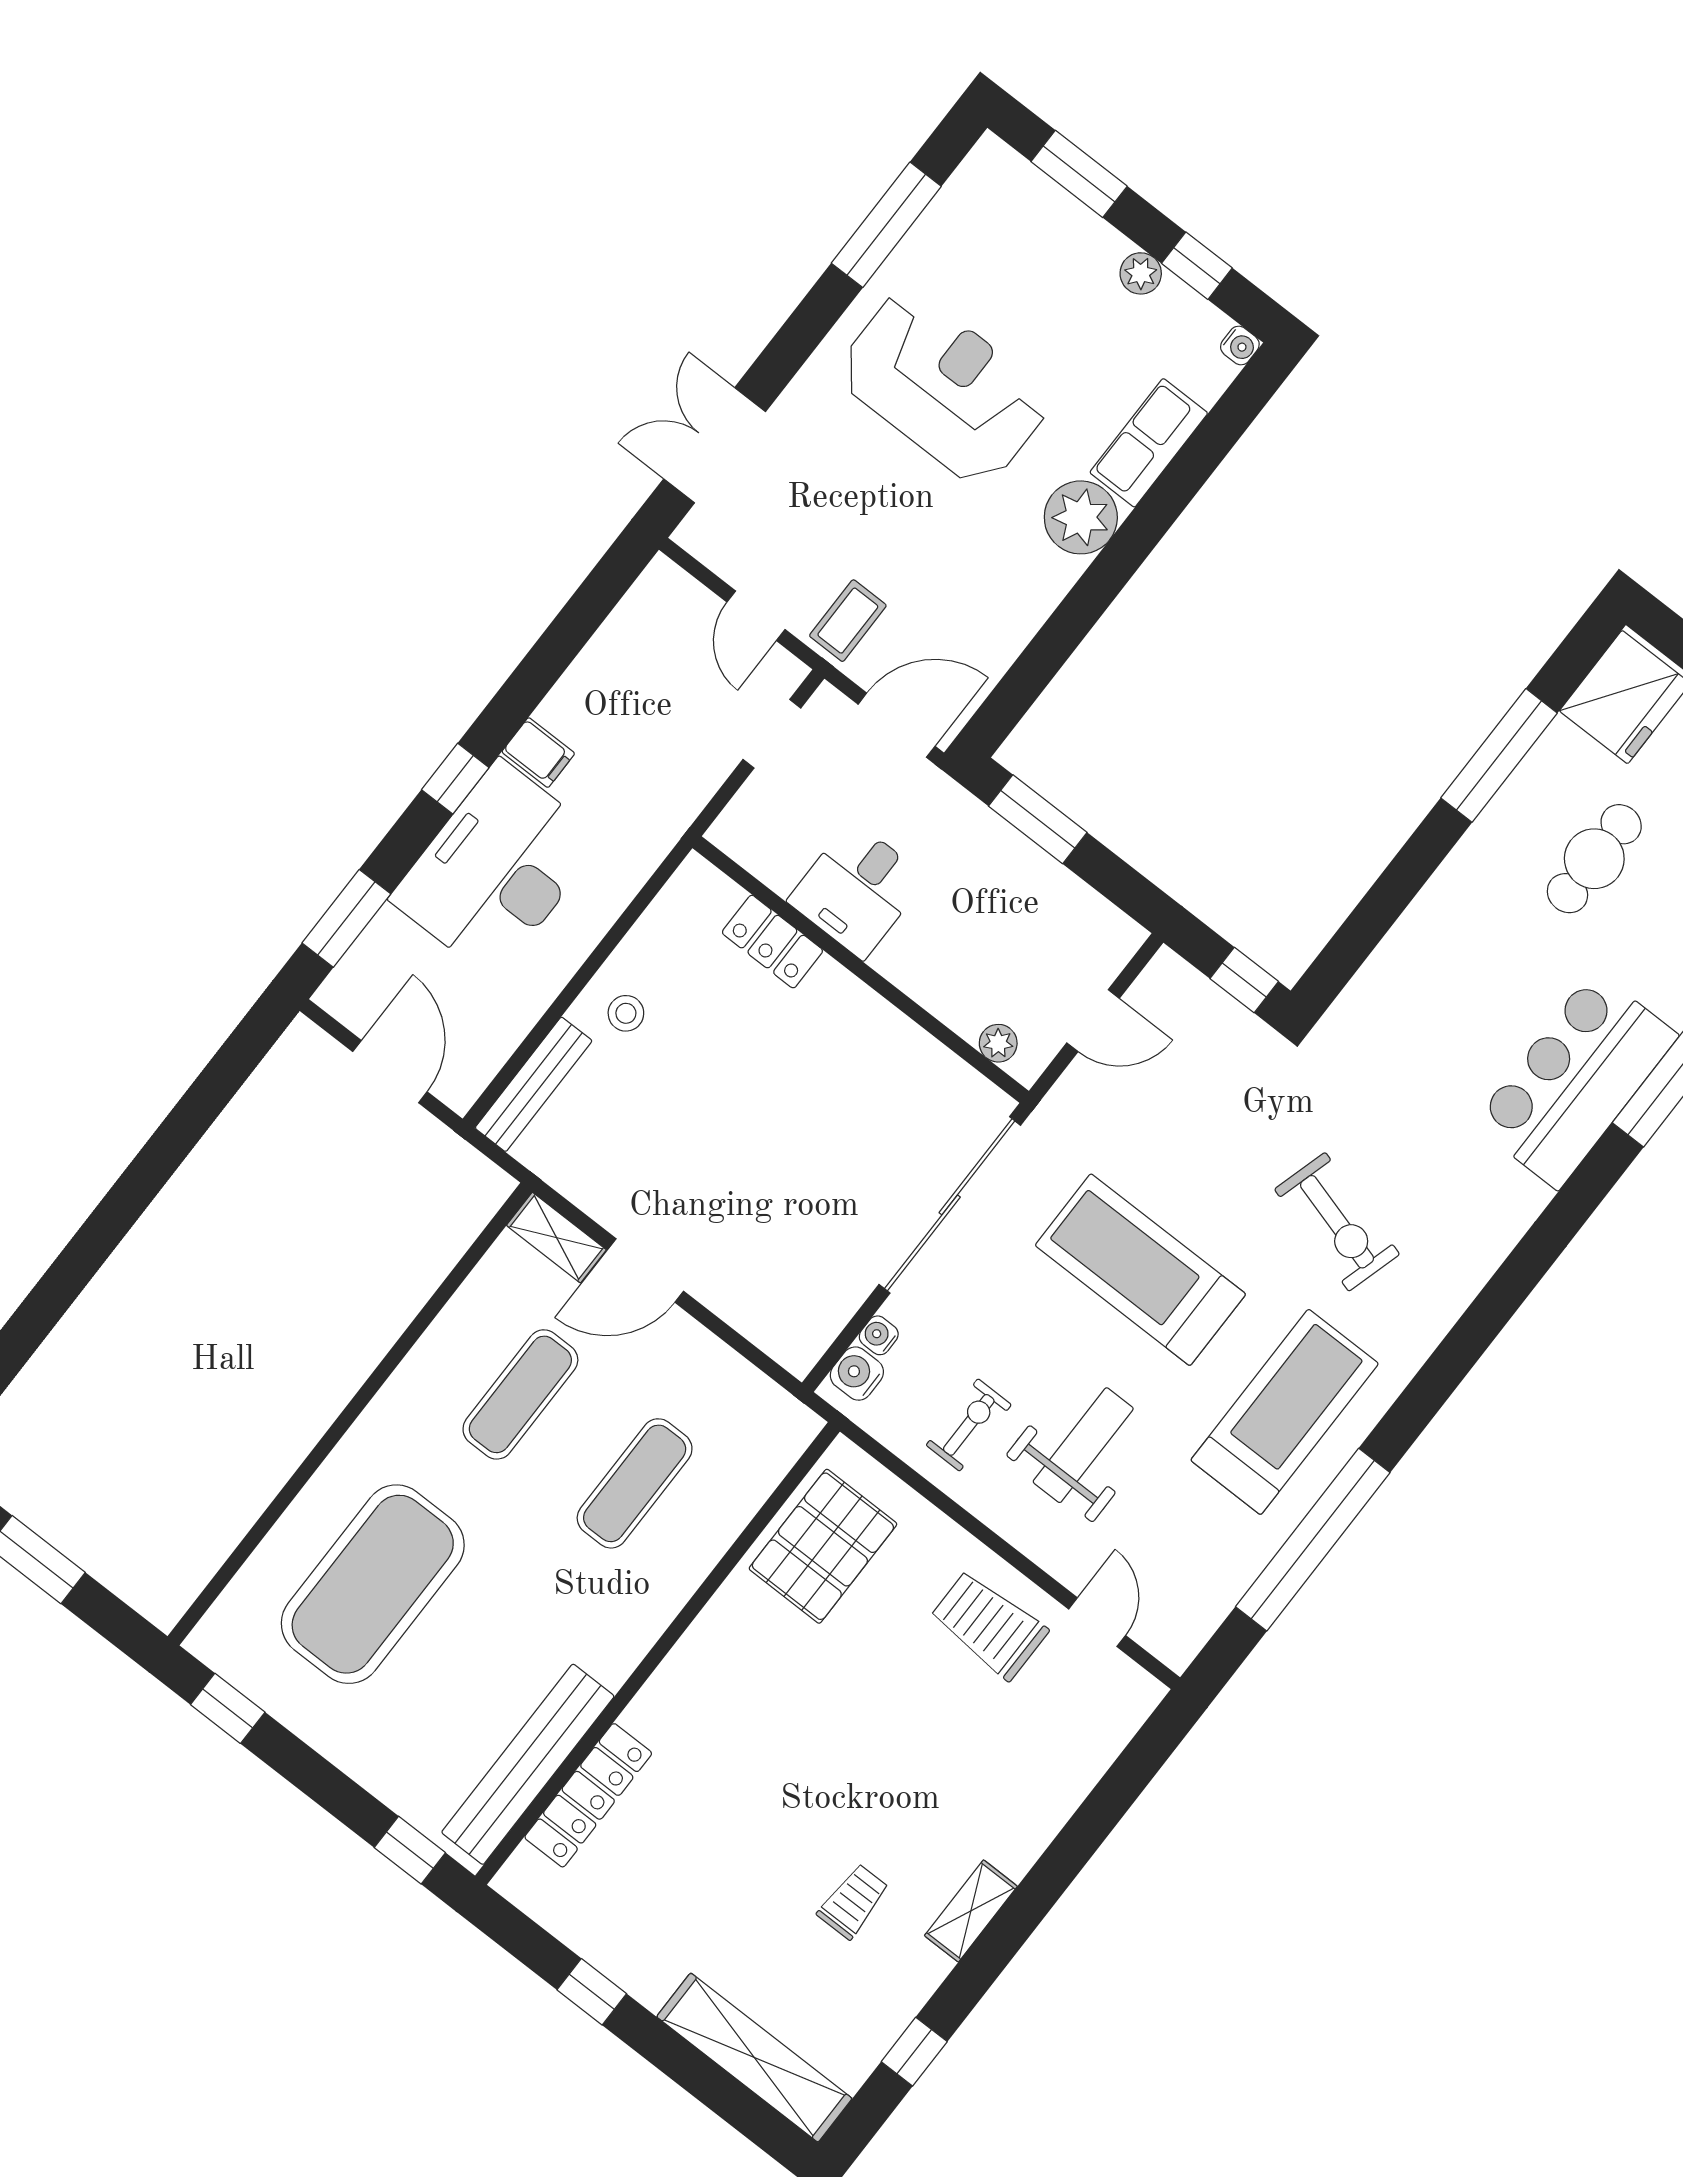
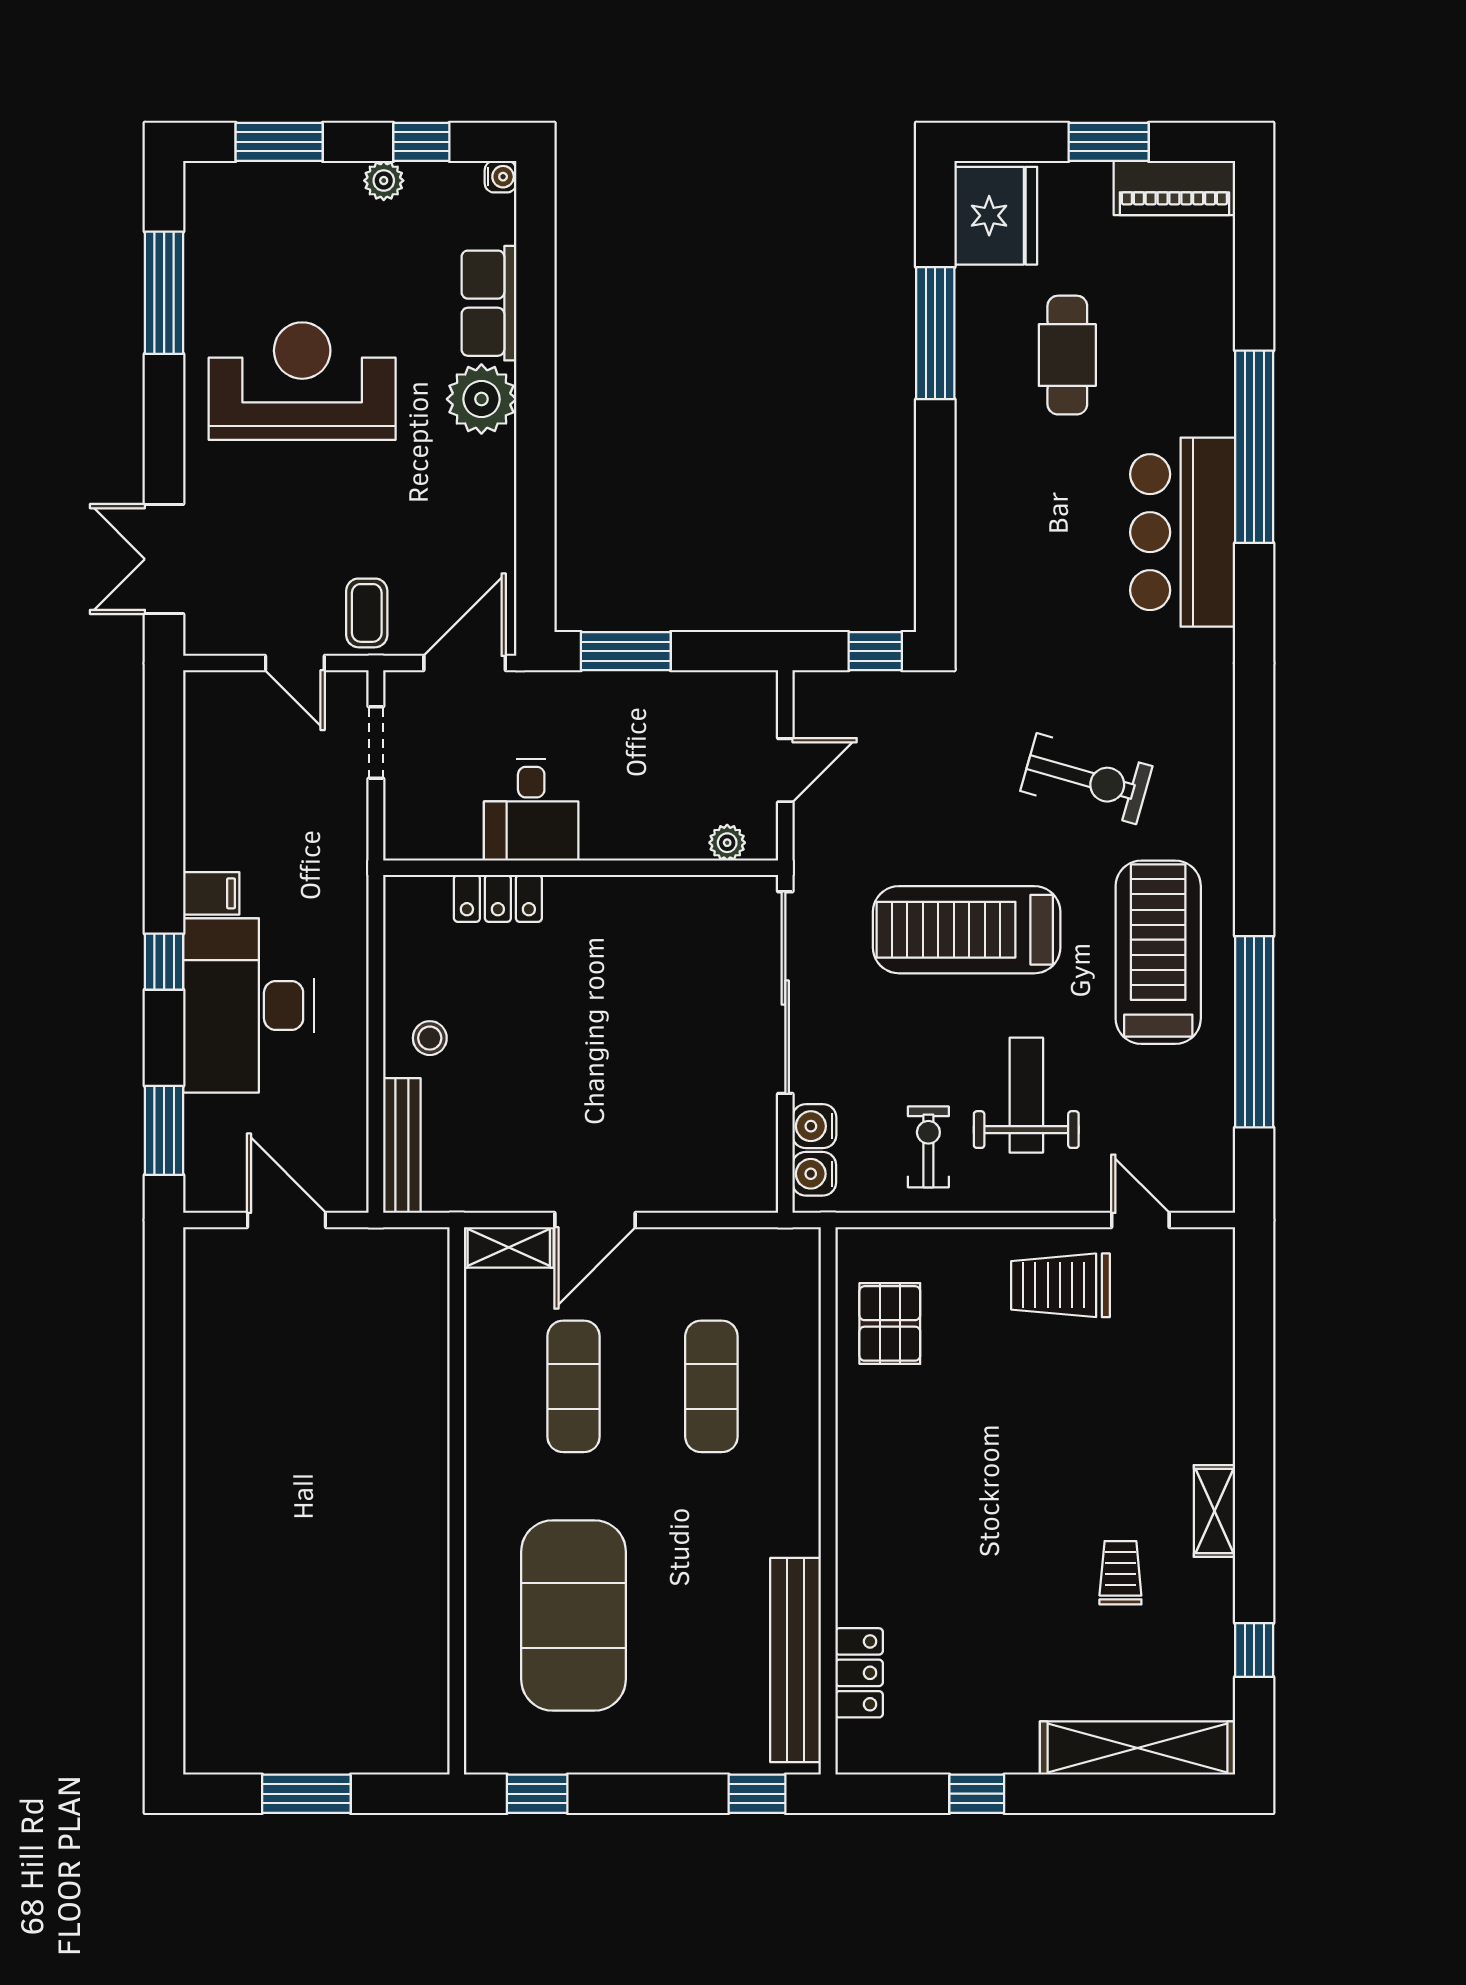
water cooler: (879, 1335) -> (814, 1126), width x1.38, depth x1.38
pallet: (823, 1546) -> (890, 1323), width x0.67, depth x0.71
locker: (588, 1795) -> (859, 1673), width x0.66

